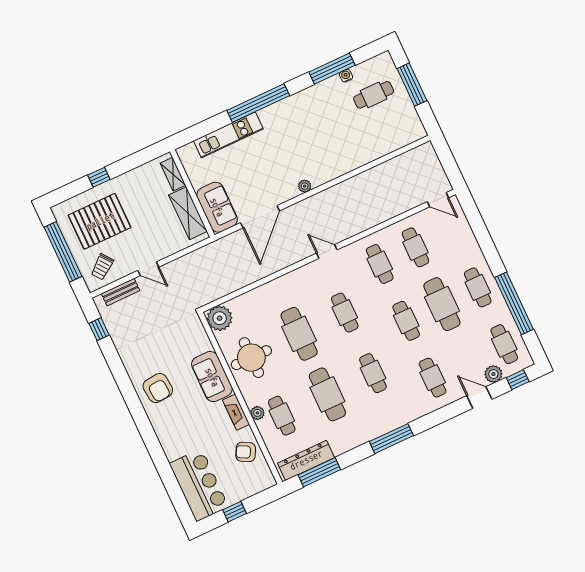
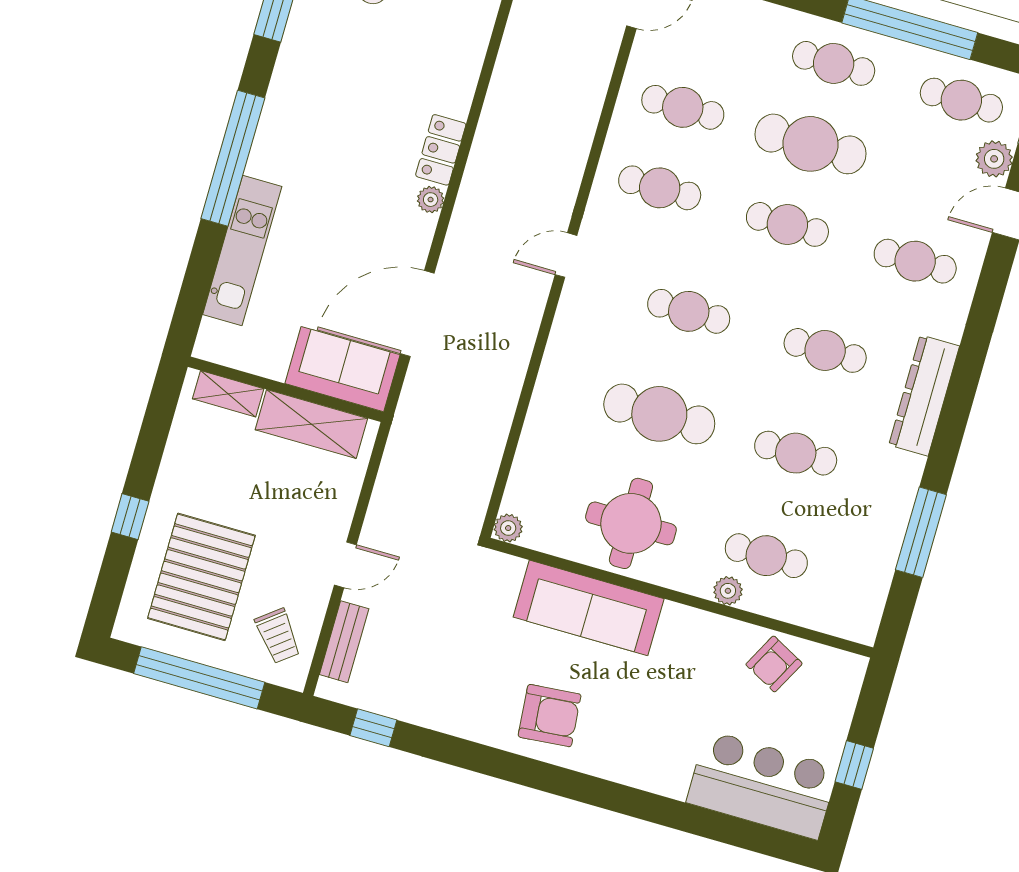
locker: (325, 174) -> (441, 150), added
door: (260, 217) -> (417, 314), swing flipped
plant: (220, 318) -> (508, 528), width x0.53, depth x0.53
sofa: (212, 377) -> (589, 608), width x1.36
cafe table: (327, 394) -> (796, 453), width x0.73, depth x0.74
fireplace: (236, 412) -> (697, 624), removed
window: (391, 439) -> (955, 412), removed
dresser: (306, 460) -> (924, 395), moved
window: (319, 472) -> (921, 532), moved

